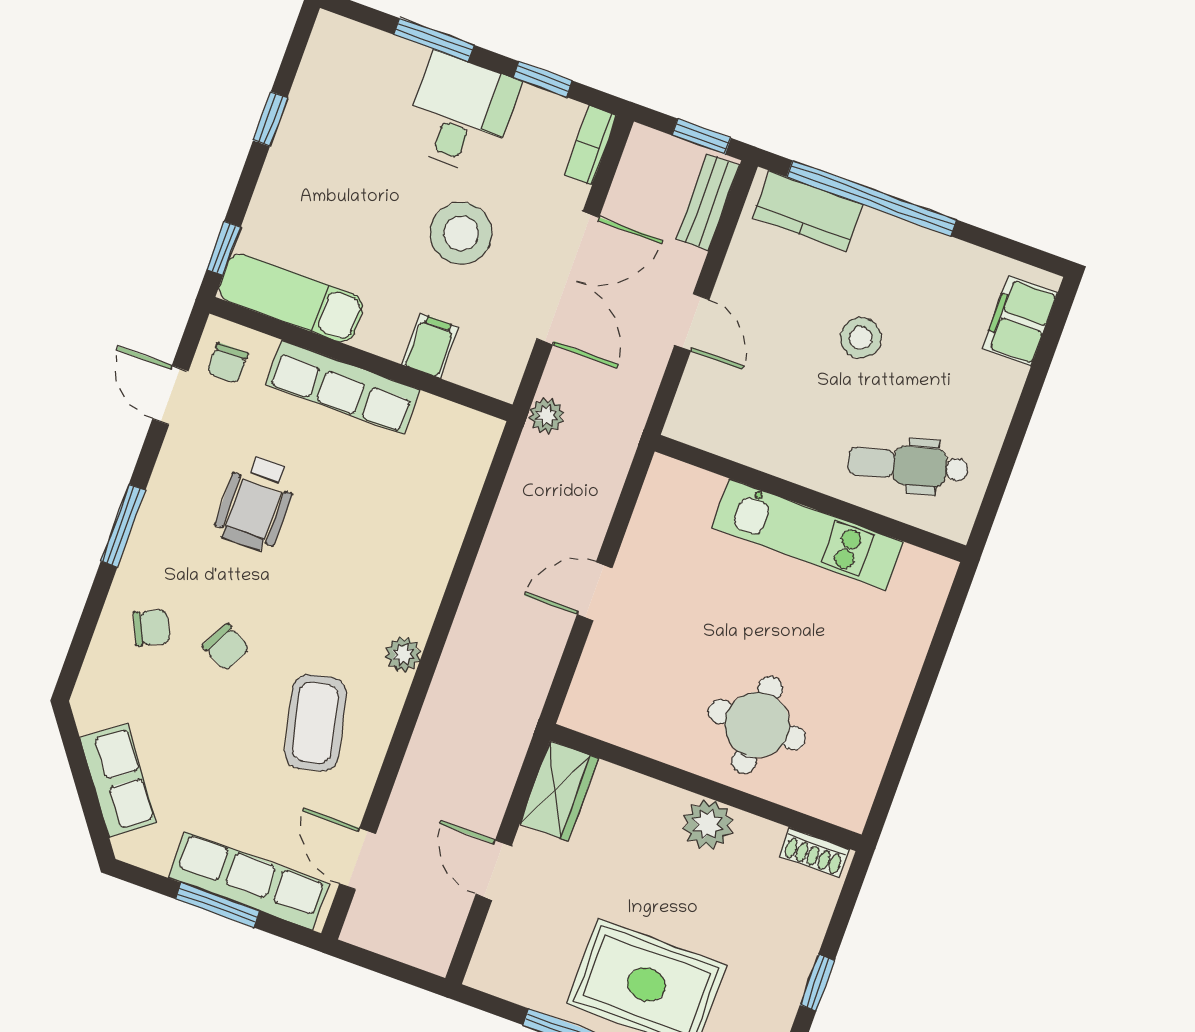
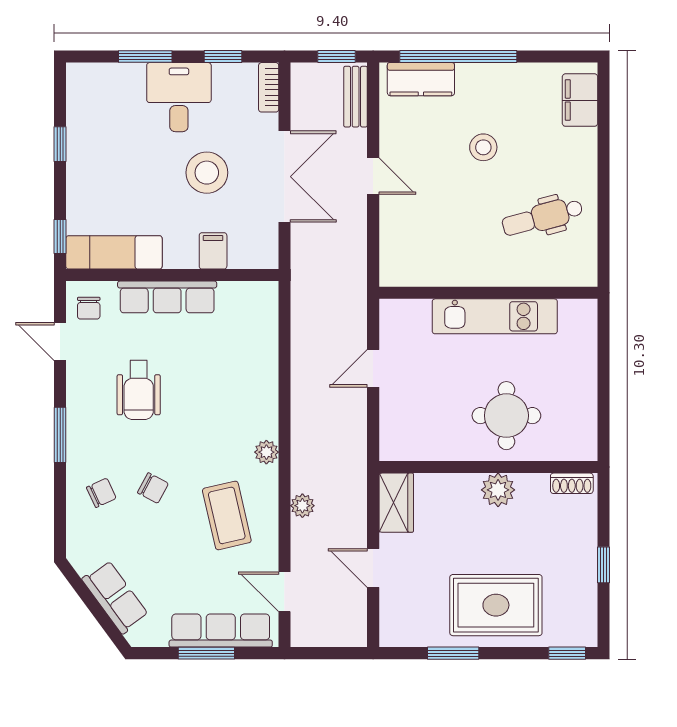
plant: (546, 416) -> (302, 506), moved
wall: (810, 498) -> (488, 293), moved
kitchen unit: (808, 535) -> (495, 316), moved

